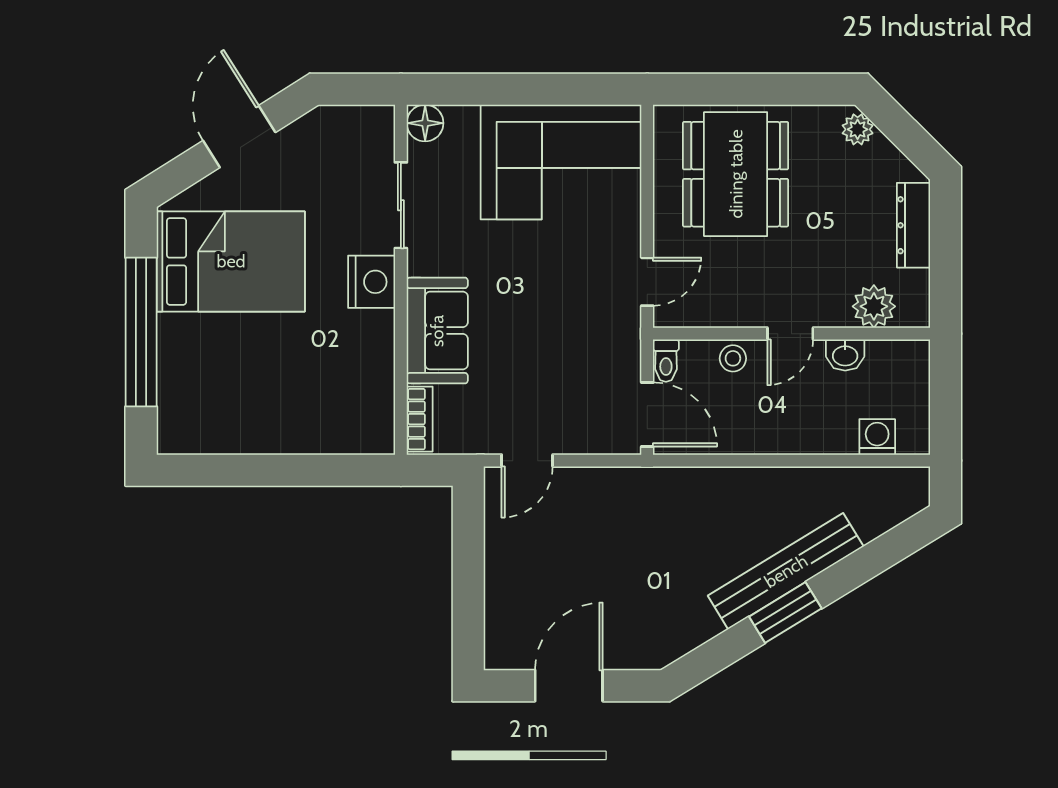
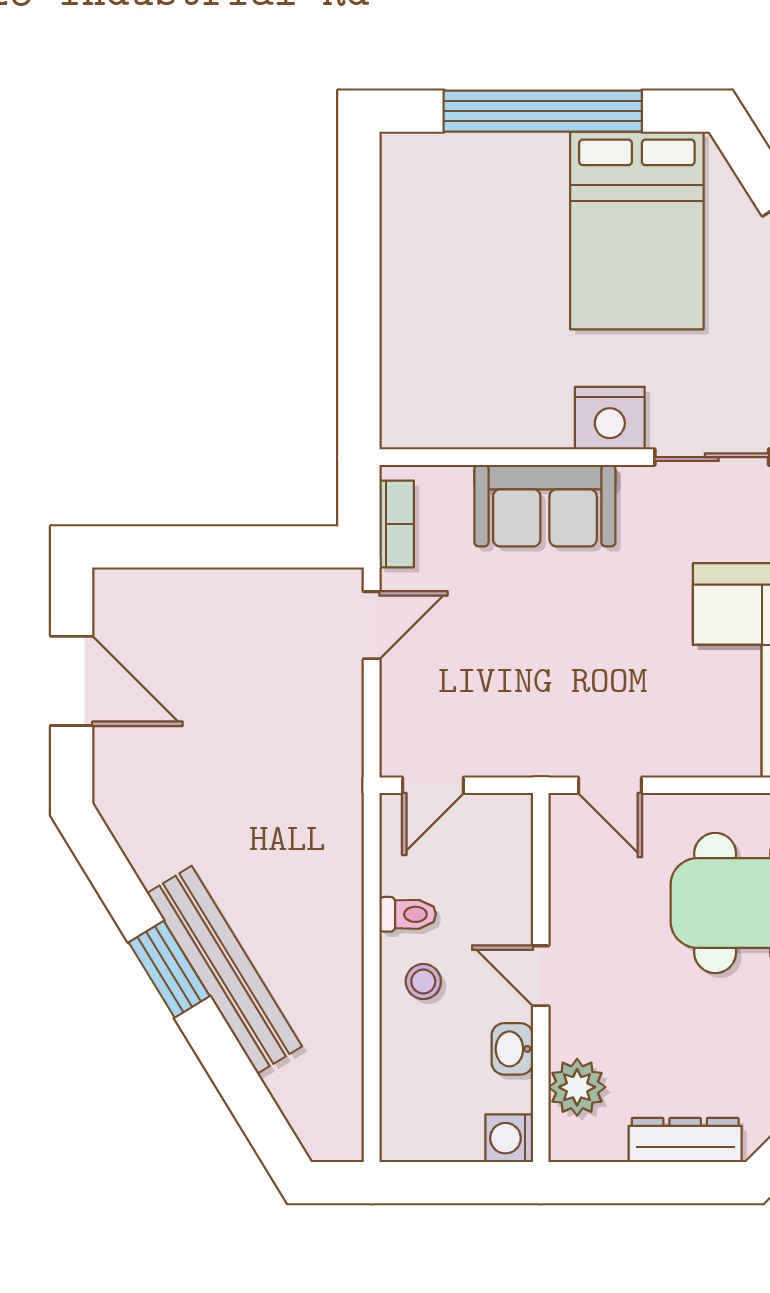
stool: (733, 358) -> (423, 981), moved
toilet: (666, 361) -> (408, 914), moved, turned 180
door: (647, 414) -> (433, 785), width x0.73
bookcase: (420, 419) -> (397, 524), moved, turned -90
washing machine: (877, 437) -> (509, 1138), moved, turned 180
door: (527, 461) -> (372, 625), swing flipped

